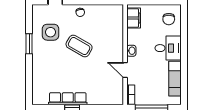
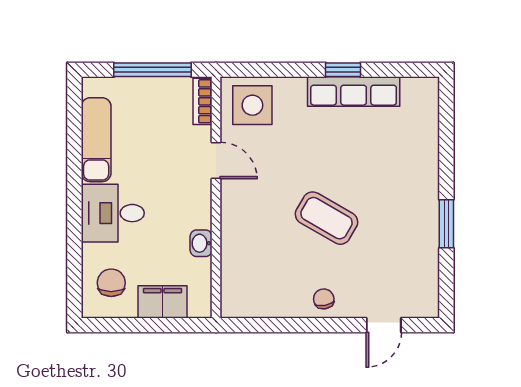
filing cabinet: (134, 18) -> (163, 302), moved, turned 90
side table: (51, 32) -> (252, 105), moved
washbasin: (131, 51) -> (201, 243), moved

